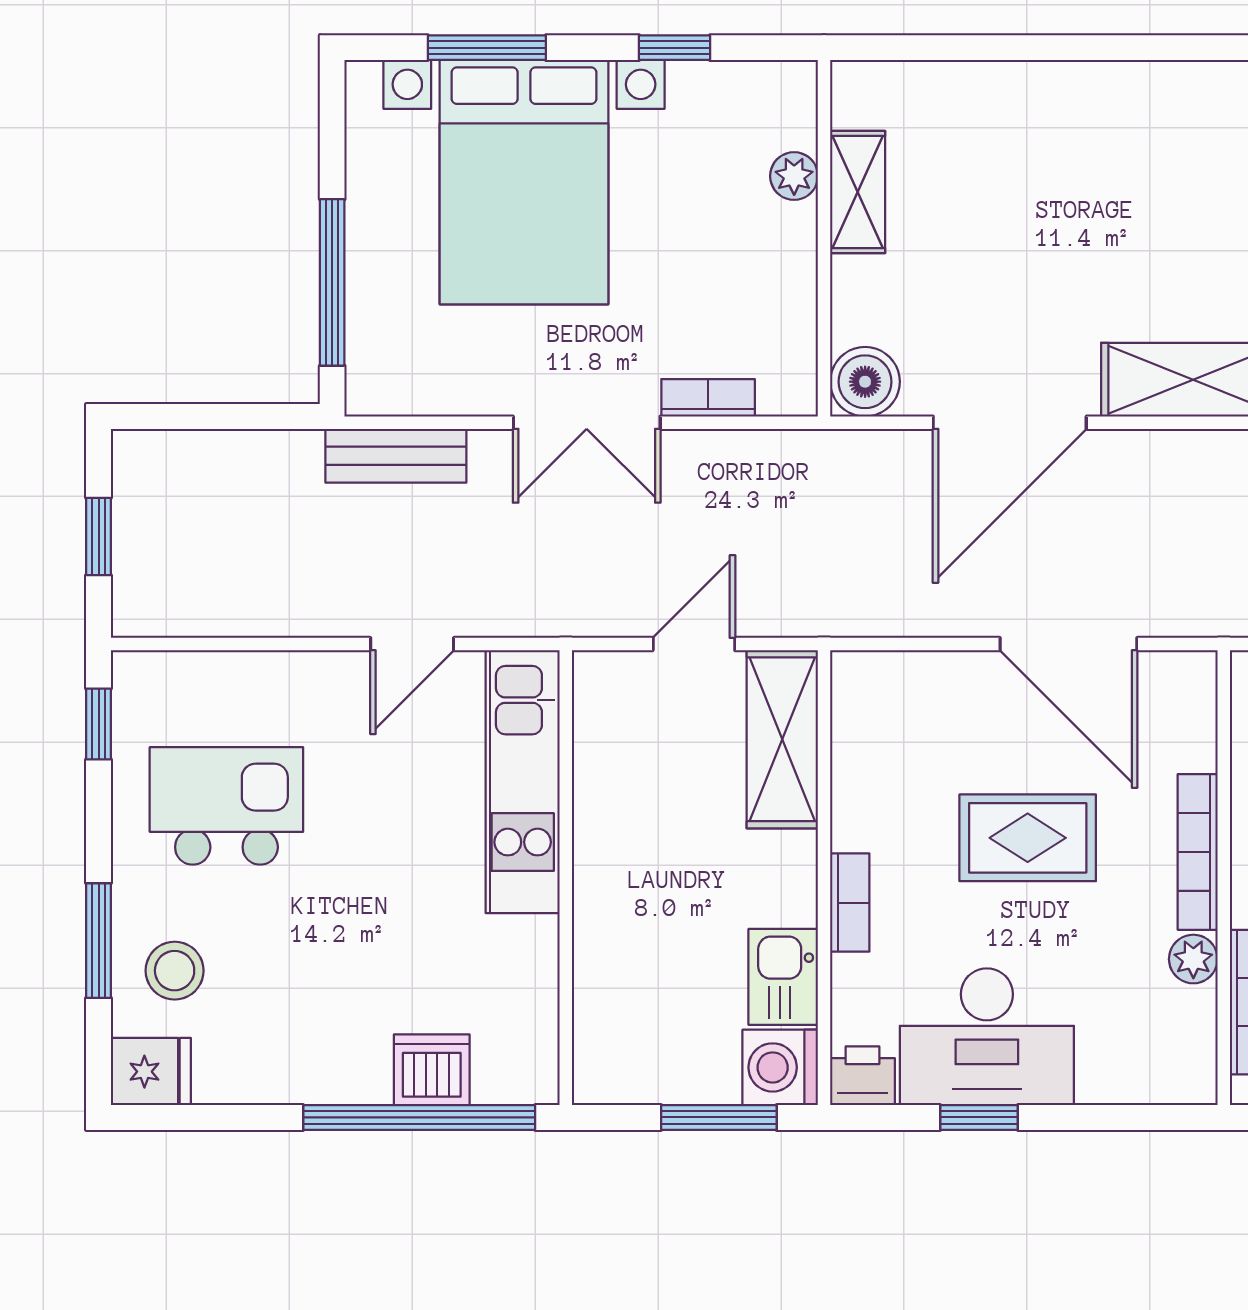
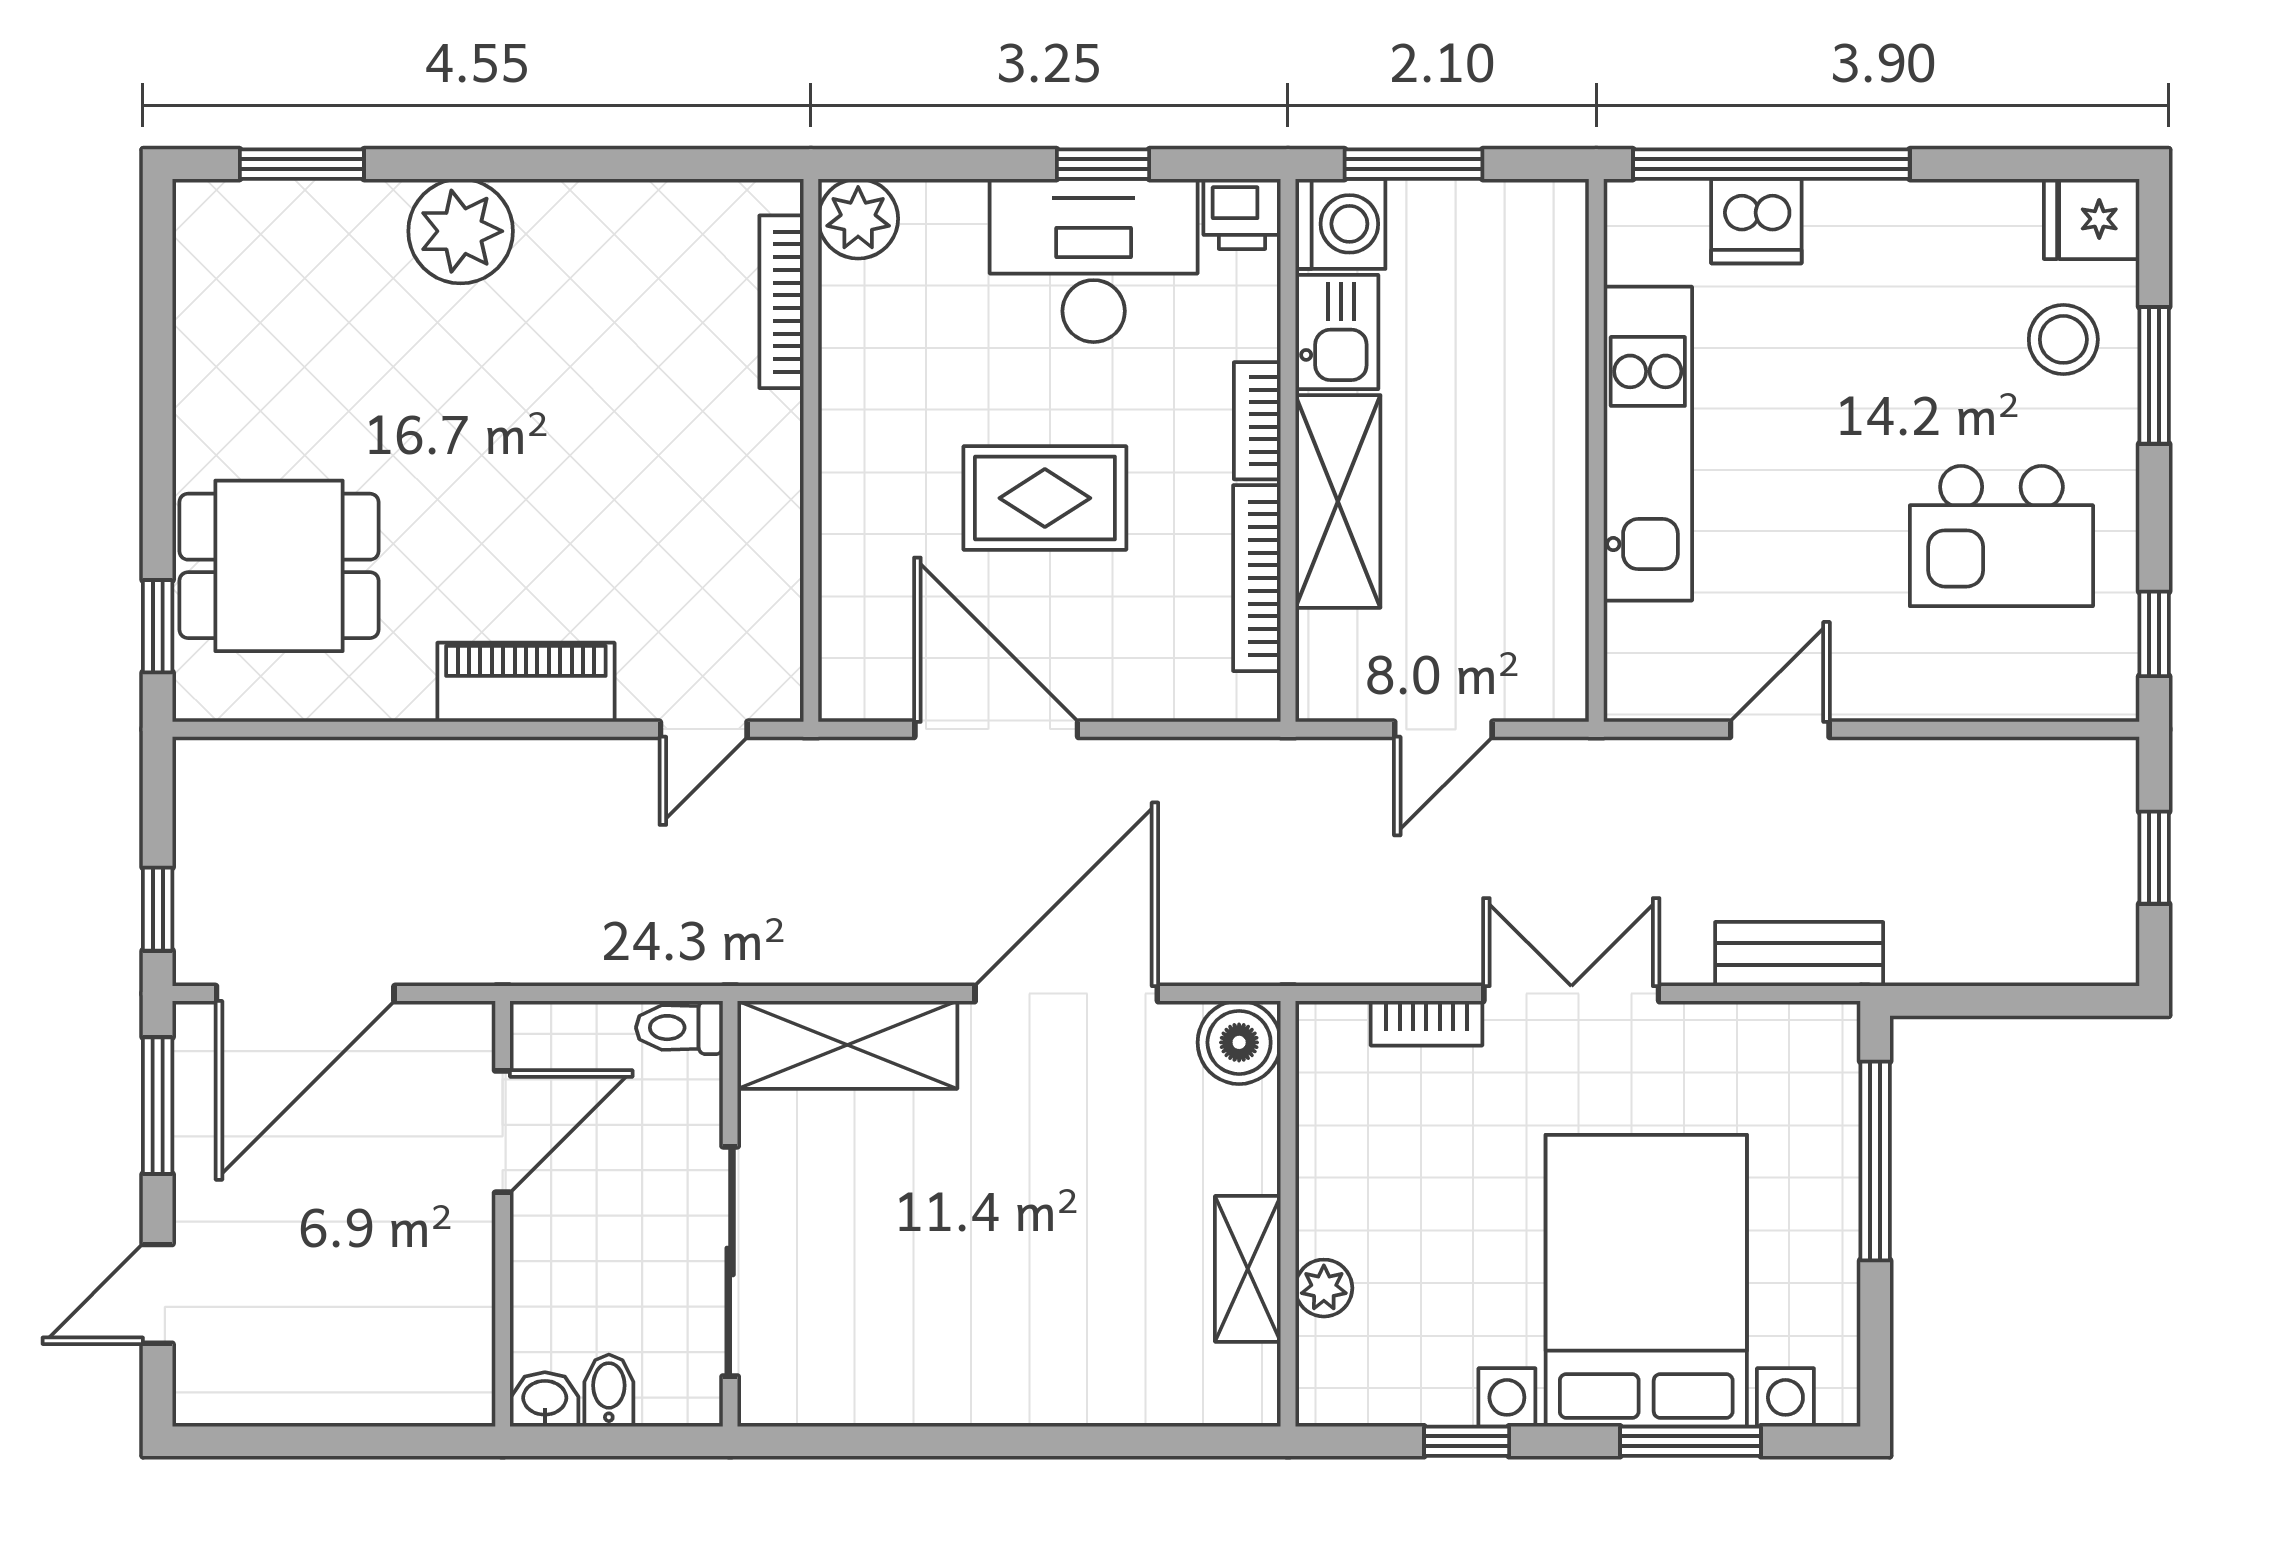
shelving: (782, 739) -> (1338, 501), moved
kitchen unit: (523, 782) -> (1648, 444), moved
bookcase: (1198, 852) -> (1257, 578), moved, turned 180
plant: (1193, 959) -> (858, 219), moved, width x1.38, depth x1.38

